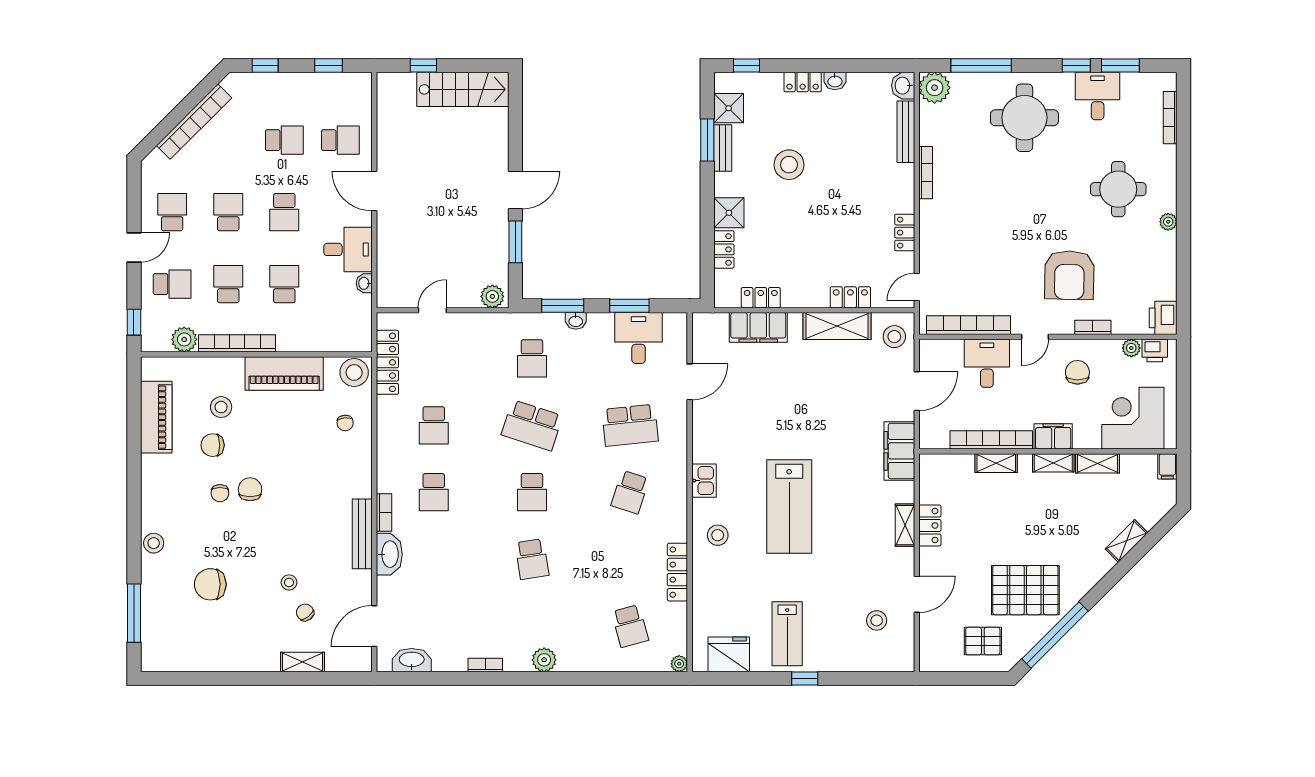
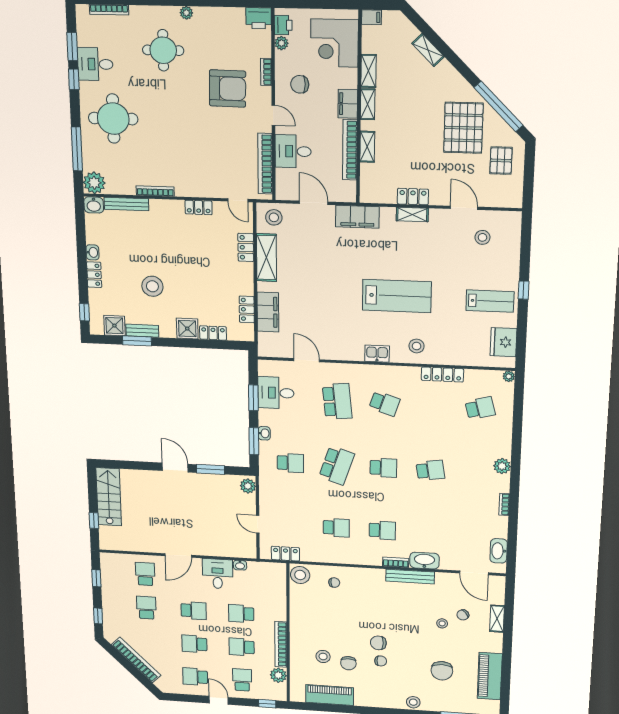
locker: (387, 362) -> (285, 554), width x0.66
piano: (284, 373) -> (490, 676), moved, turned 180

